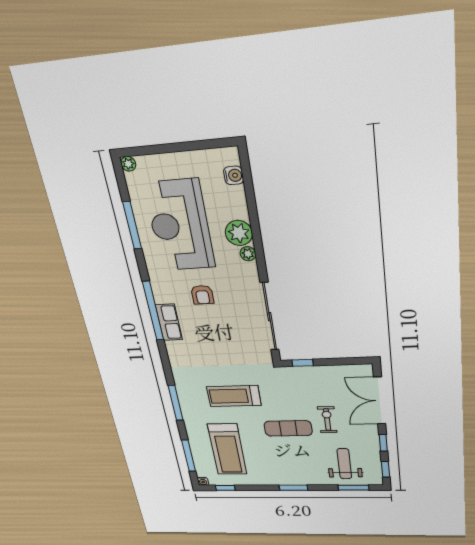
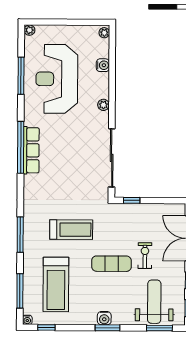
water cooler: (234, 175) -> (103, 65), moved
plant: (239, 233) -> (104, 33), moved, width x0.53, depth x0.53
armchair: (202, 295) -> (63, 136), removed
row of seats: (169, 322) -> (31, 150), width x1.48
treadmill: (234, 396) -> (71, 230), turned 180
weight bench: (344, 464) -> (154, 302), width x1.36, depth x1.33
water cooler: (288, 479) -> (104, 318), added

